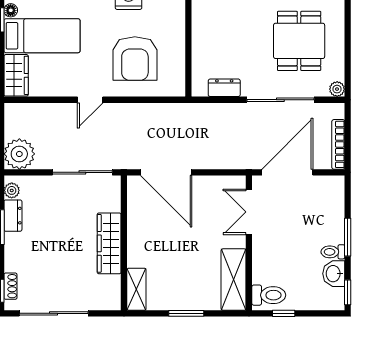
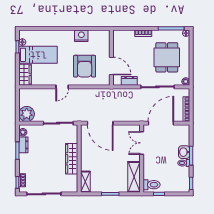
door: (188, 58) -> (111, 66), added
washbasin: (334, 274) -> (184, 152), moved

